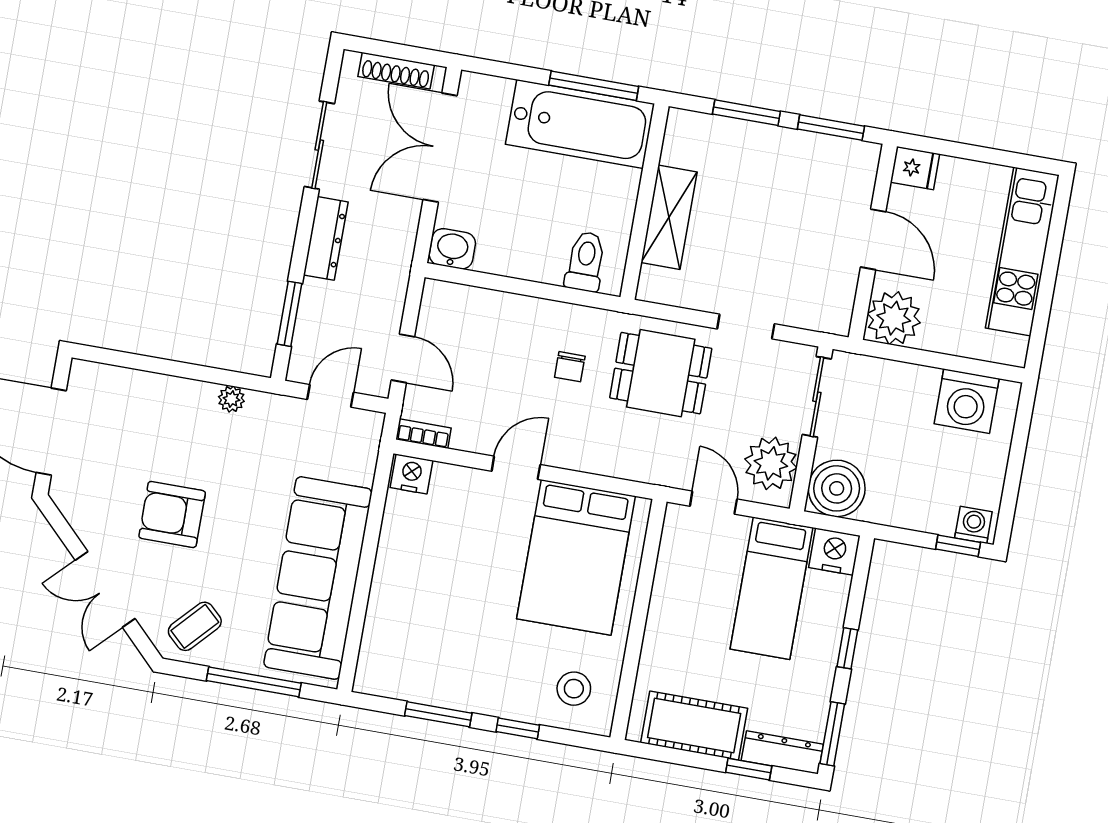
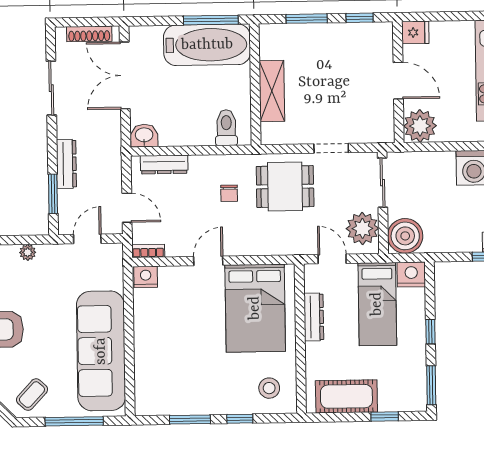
window: (831, 128) -> (360, 18), width x0.67
dresser: (326, 238) -> (66, 164), moved
dresser: (475, 301) -> (164, 165), added
dresser: (782, 752) -> (314, 317), moved, turned 90

